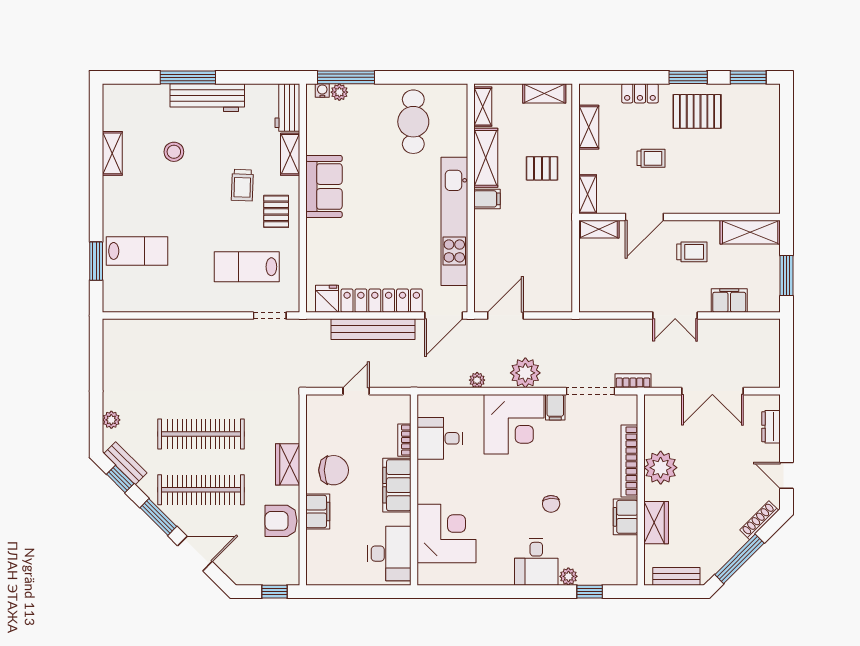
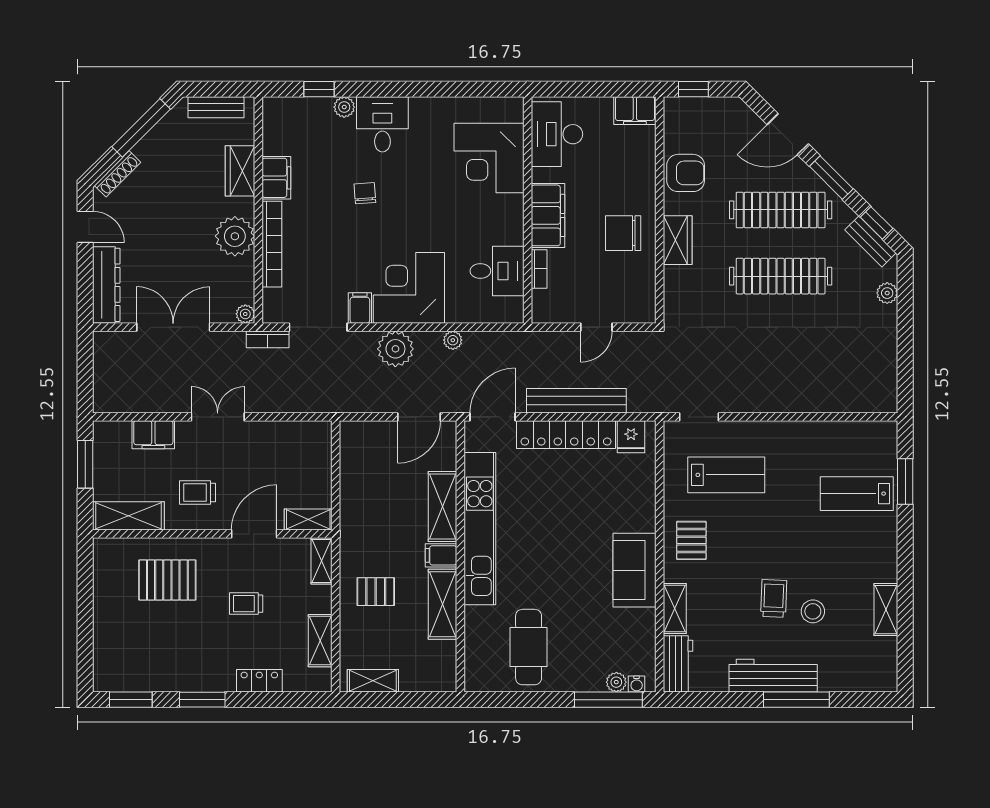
shelving: (483, 107) -> (443, 506), moved, width x1.50, depth x1.33
pallet: (697, 111) -> (167, 580), moved
trolley: (242, 185) -> (774, 598), moved
plant: (652, 402) -> (245, 314), added
dresser: (771, 427) -> (106, 285), width x1.96, depth x1.24
filing cabinet: (318, 512) -> (635, 111), moved, turned -90

